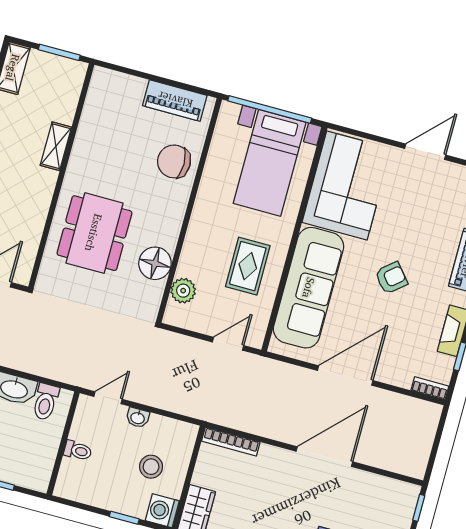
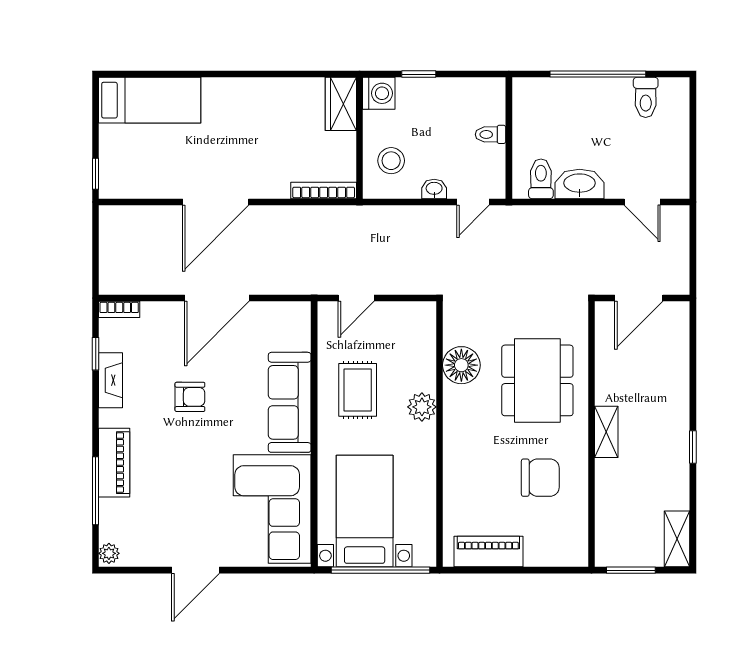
shelving: (56, 146) -> (606, 432), moved
chair: (174, 161) -> (540, 478), moved
armchair: (391, 278) -> (190, 397), moved, turned -140
sofa: (309, 288) -> (290, 402), width x0.74, depth x0.79
plant: (183, 291) -> (422, 407), moved
stool: (151, 467) -> (391, 161), moved

